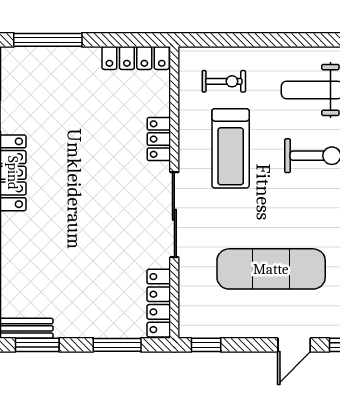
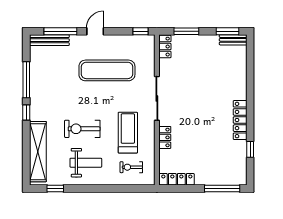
locker: (159, 303) -> (165, 47), width x0.66

